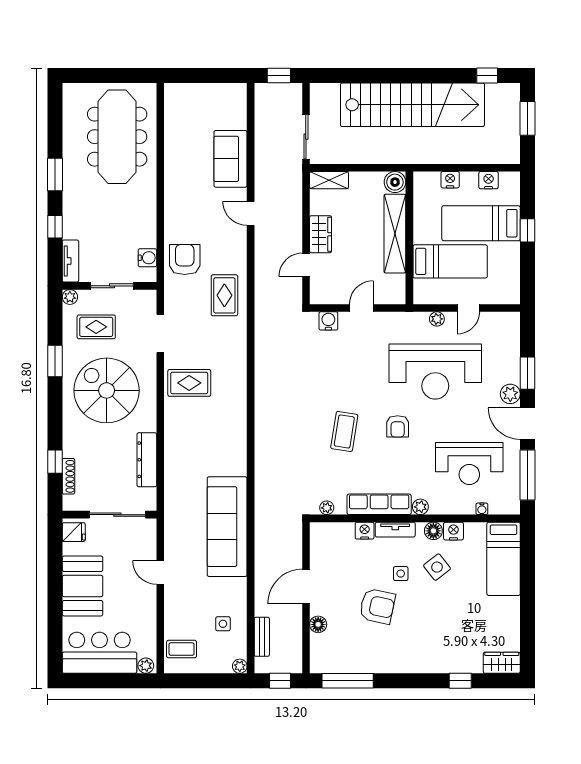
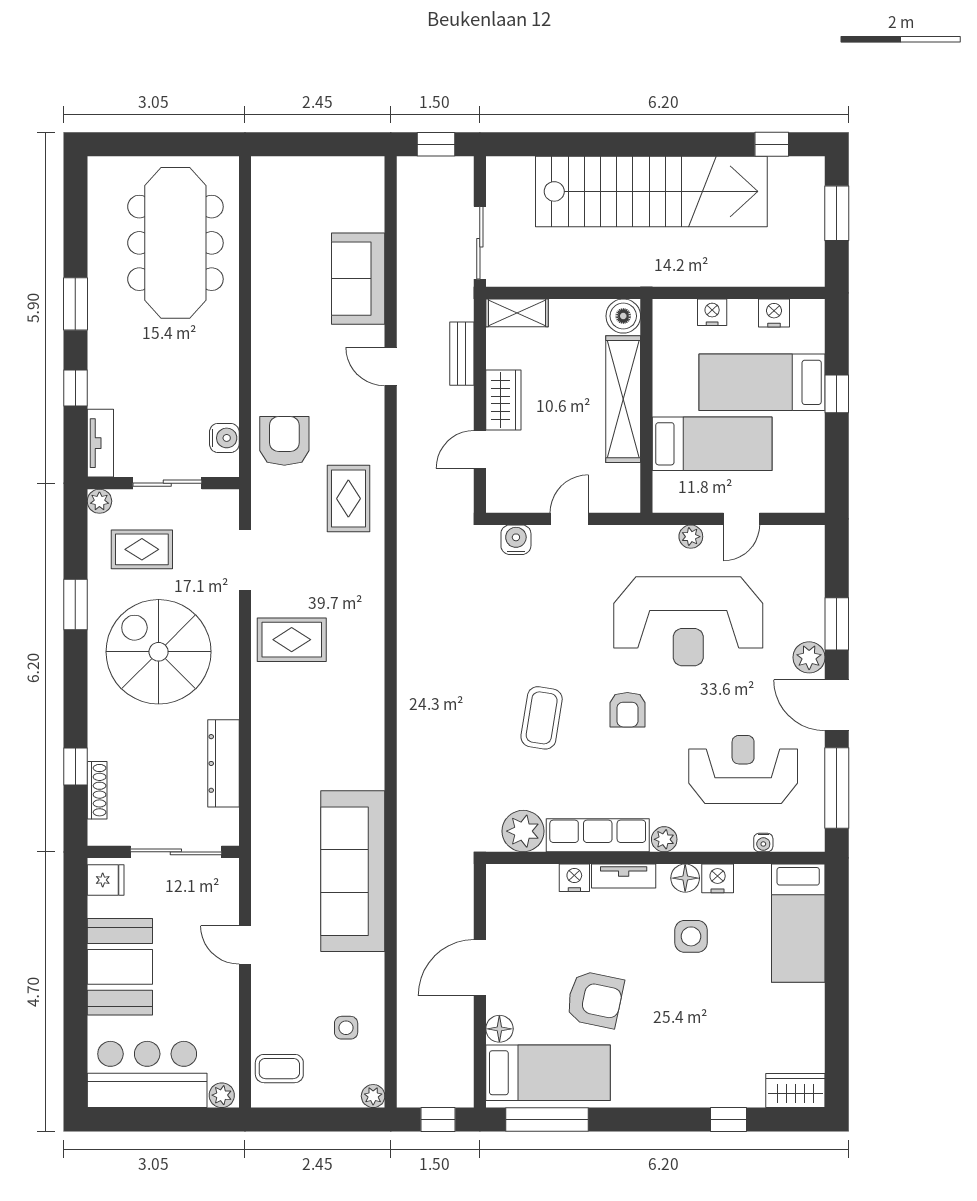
reception desk: (469, 463) -> (743, 769), turned 180
plant: (327, 508) -> (523, 831), width x1.88, depth x1.88
side table: (437, 567) -> (691, 936), turned 38
side table: (401, 574) -> (632, 947), removed
bench: (262, 637) -> (462, 354), moved
bed: (348, 652) -> (548, 1073), added

